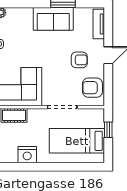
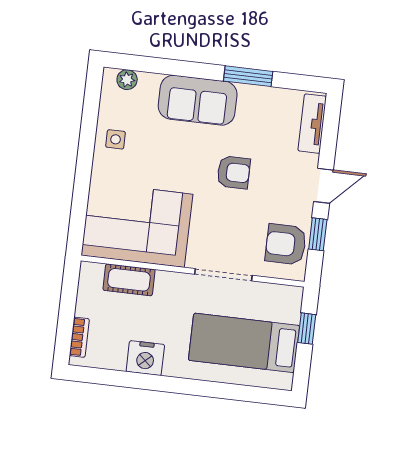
sofa: (53, 19) -> (198, 100), moved
armchair: (79, 60) -> (234, 172), moved
window: (108, 81) -> (318, 234), added

